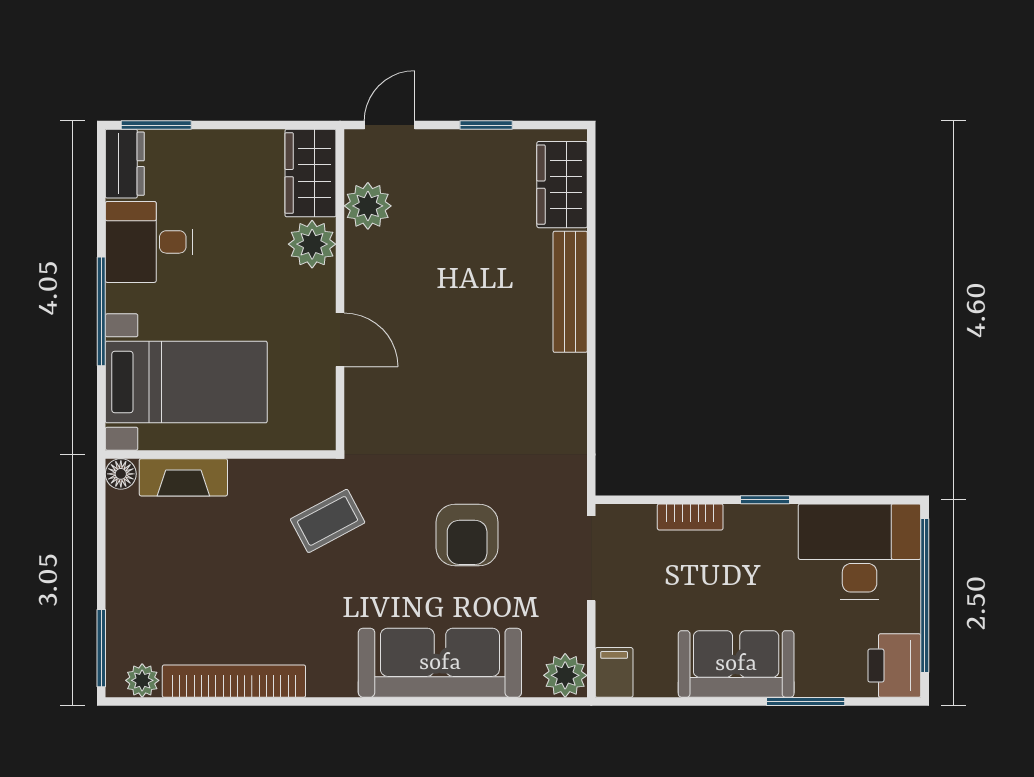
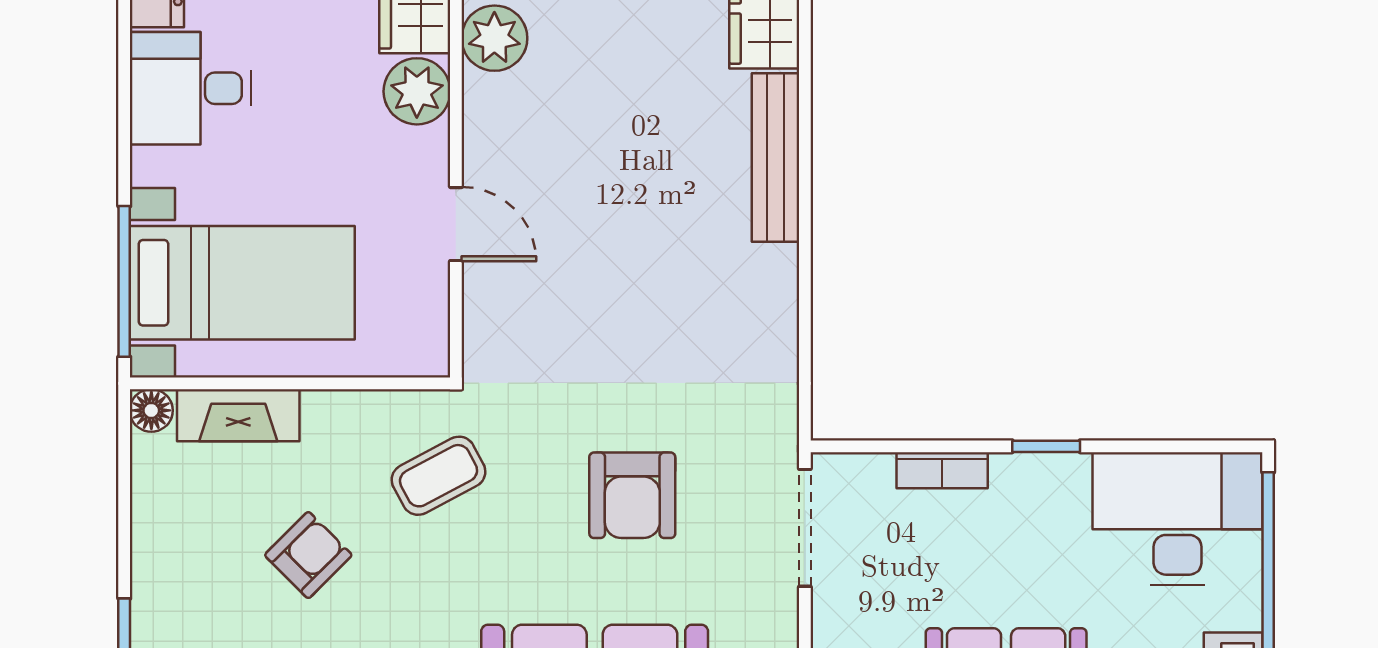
window: (101, 311) -> (124, 281), moved
armchair: (234, 578) -> (308, 555), added

